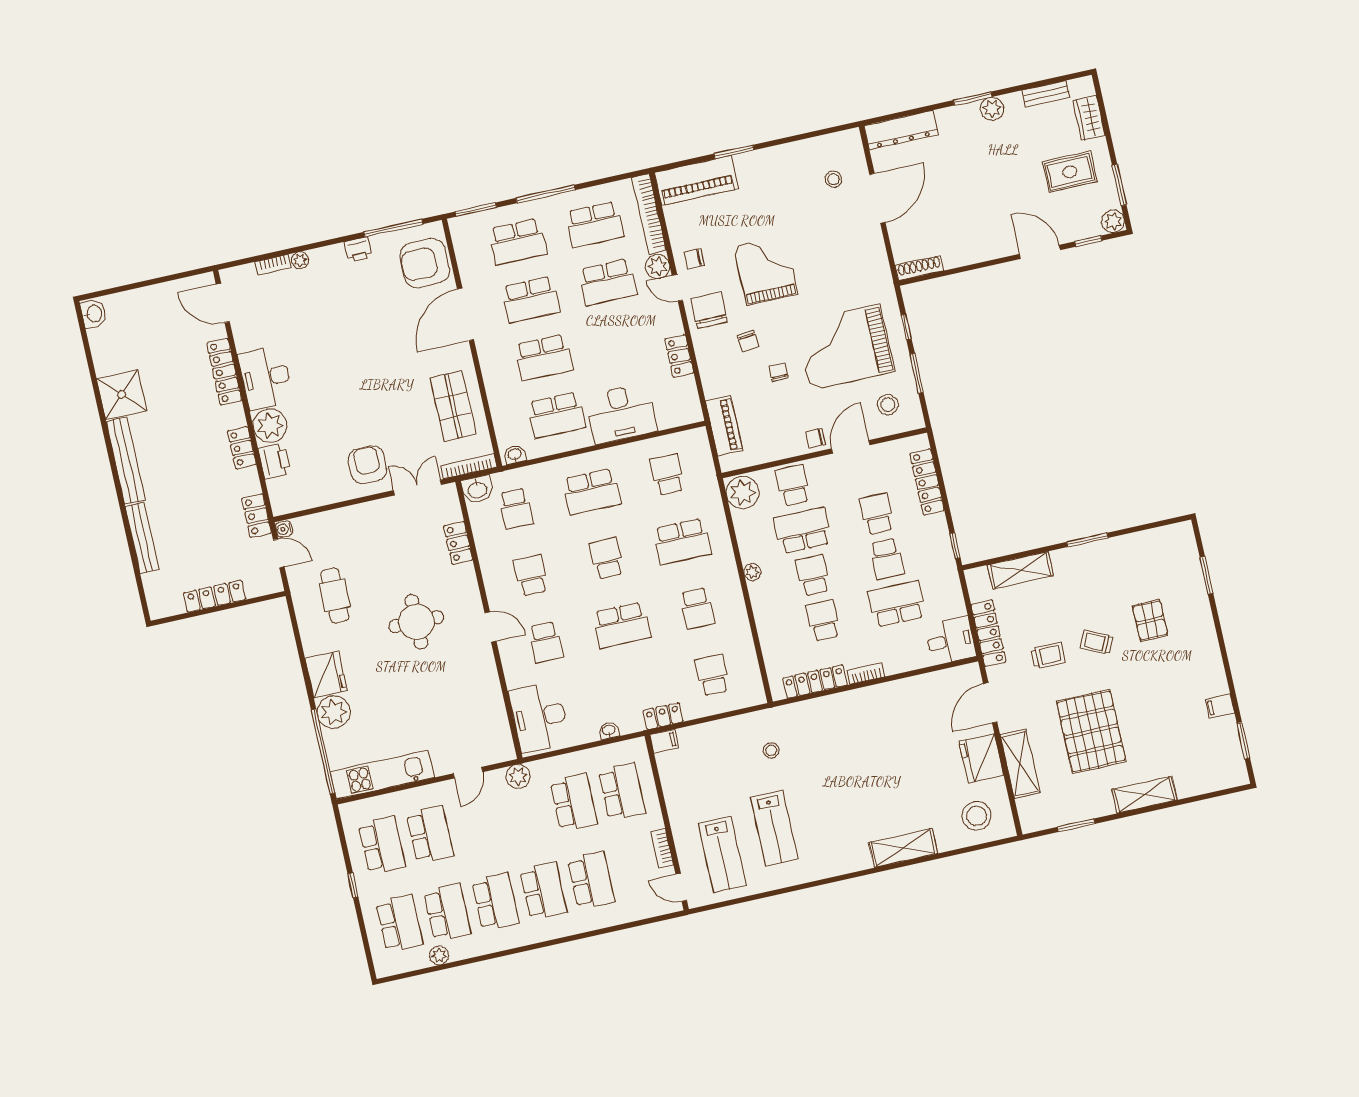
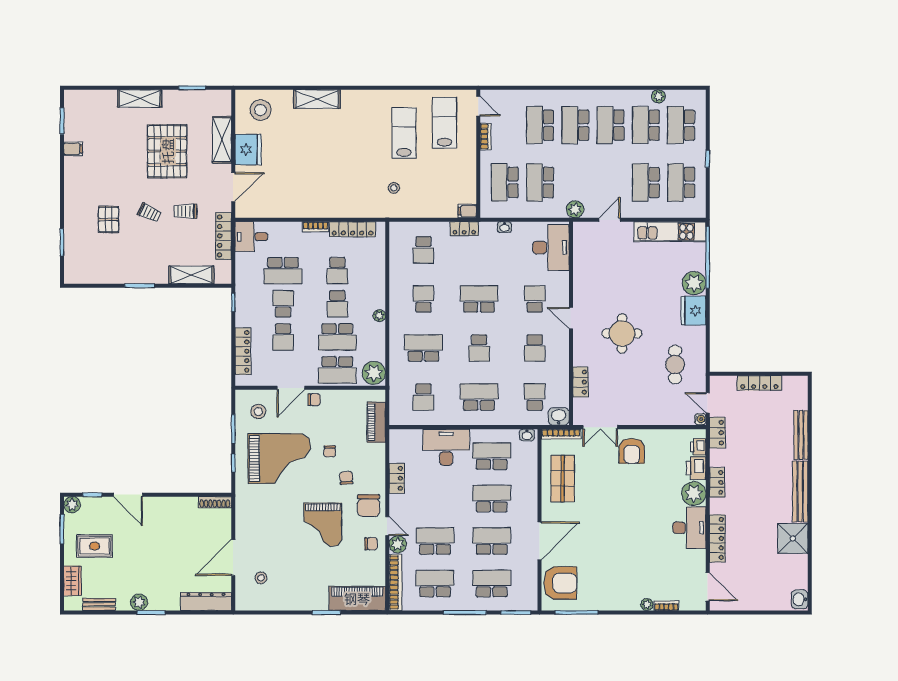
printer: (358, 249) -> (698, 447), moved, turned -90
school desk: (793, 485) -> (337, 370), width x1.85

